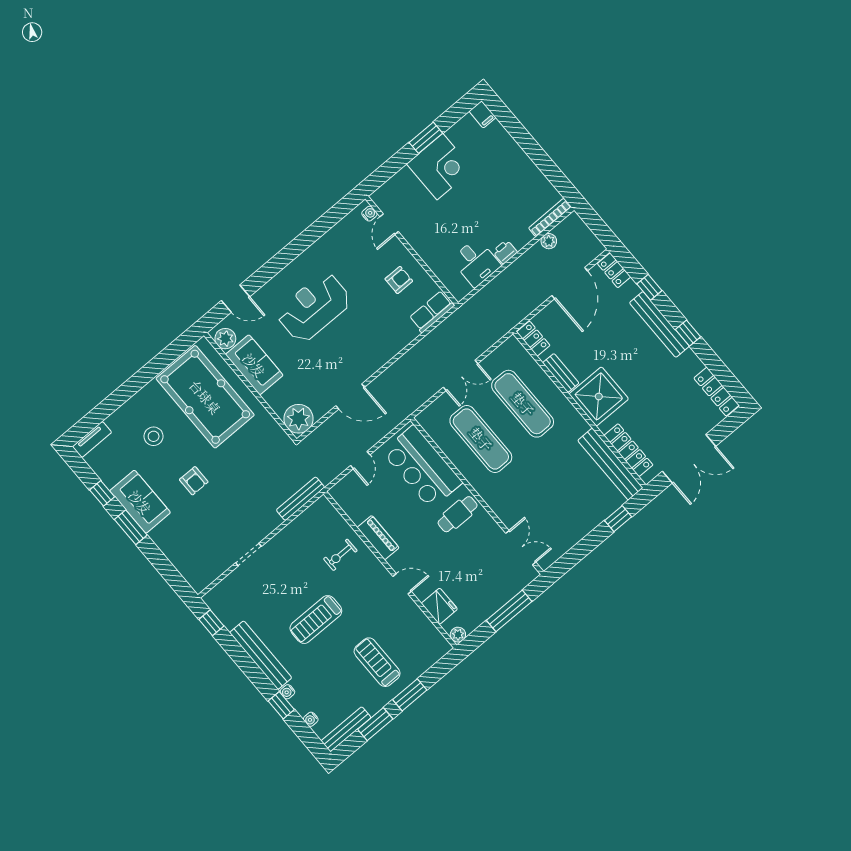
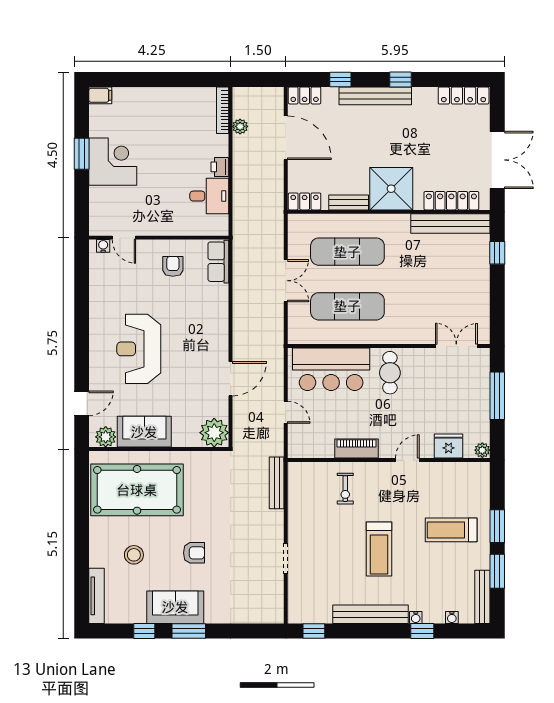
tv unit: (92, 439) -> (97, 596), width x1.41

